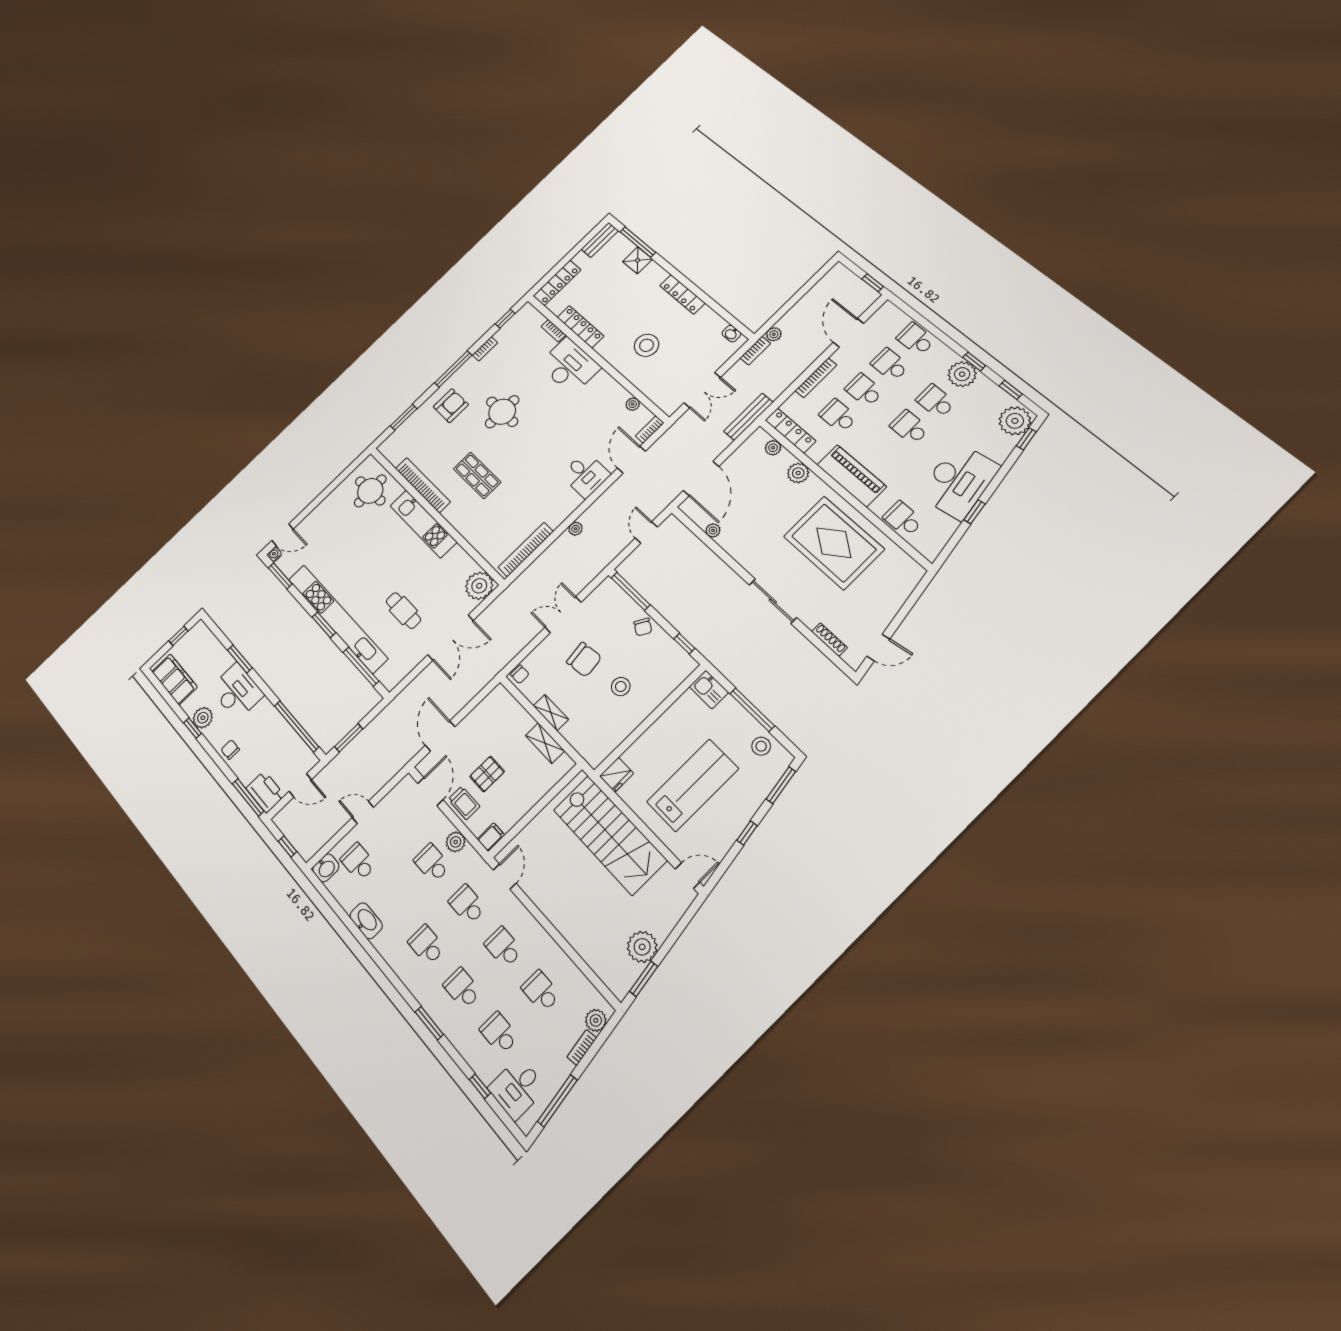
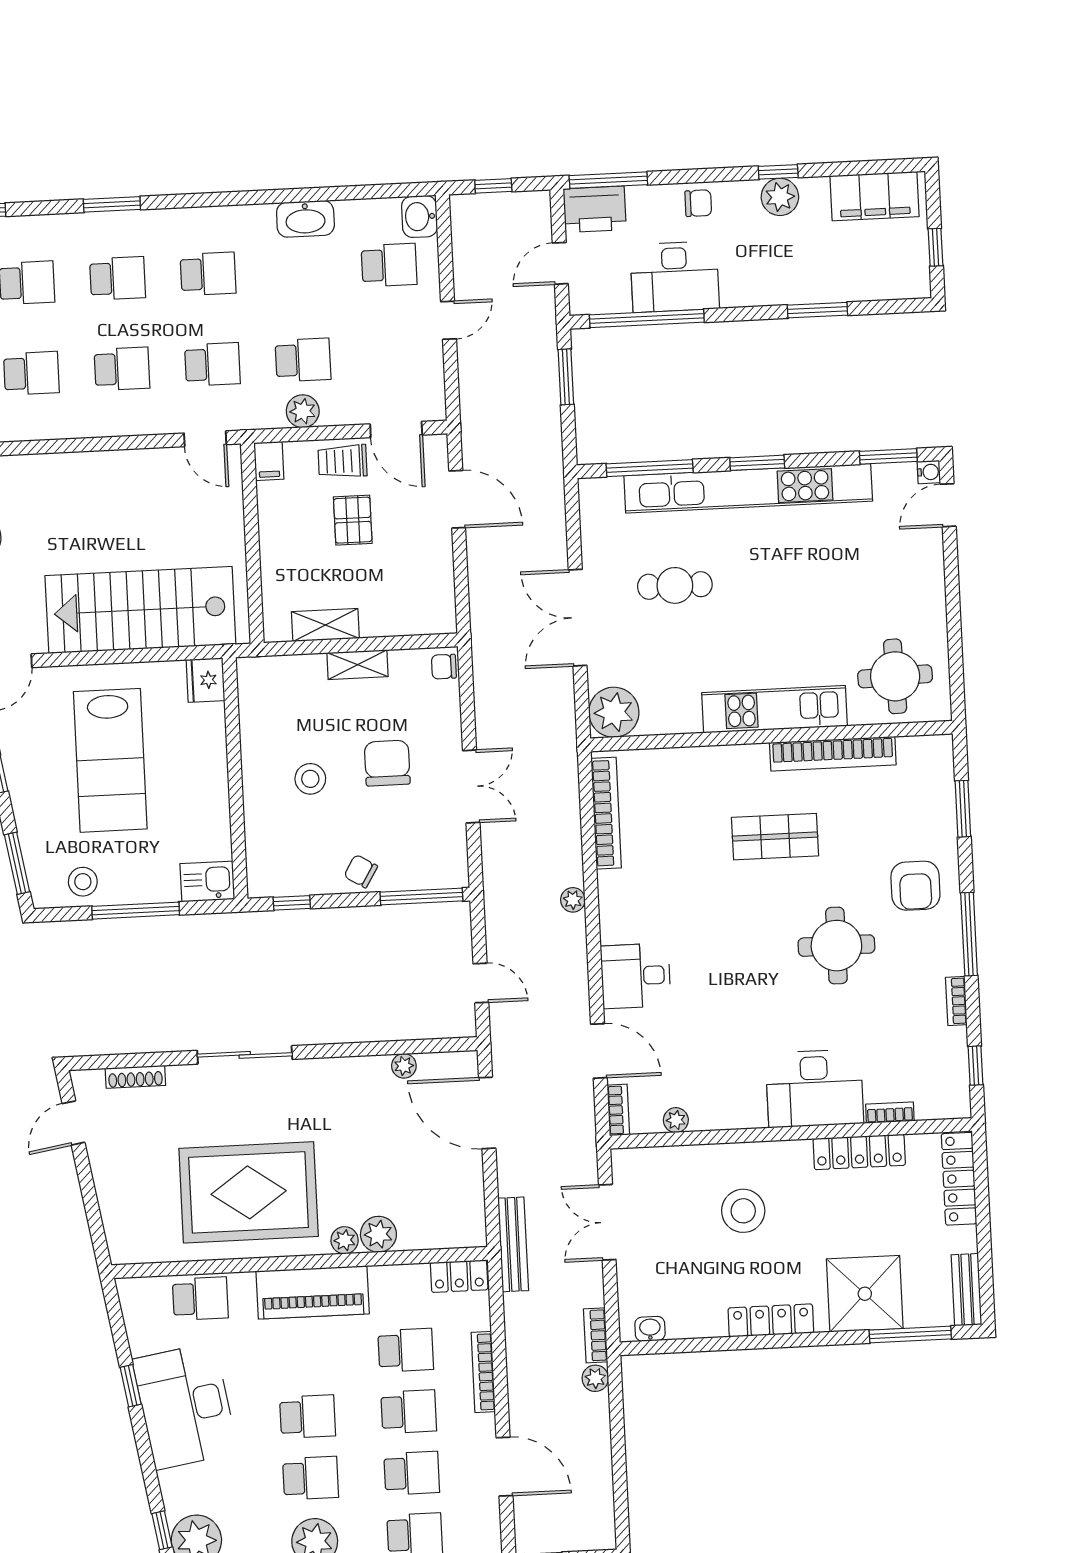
shower: (637, 260) -> (865, 1294), width x1.86, depth x1.86
locker: (790, 431) -> (459, 1276), width x0.66
plant: (773, 448) -> (345, 1240), moved
chair: (584, 660) -> (387, 763), turned 97
desk: (237, 692) -> (675, 277), moved

